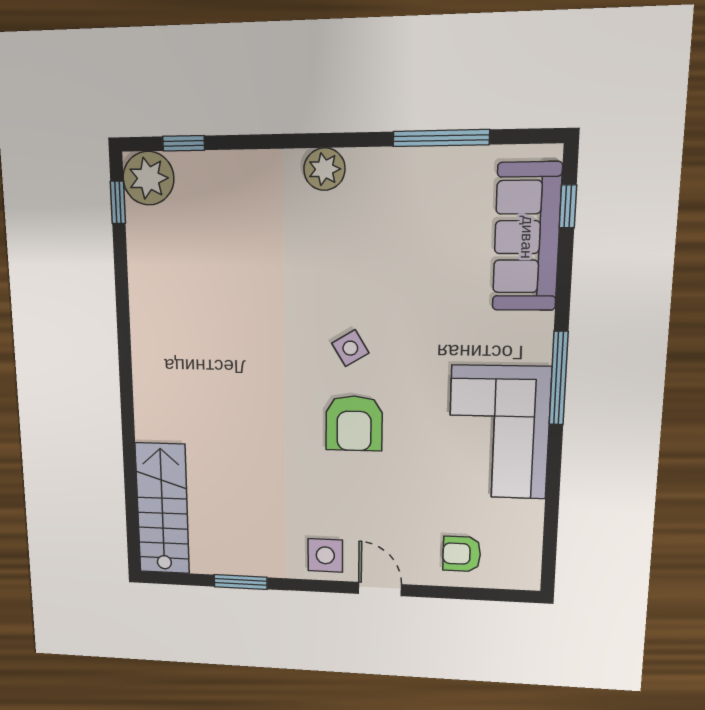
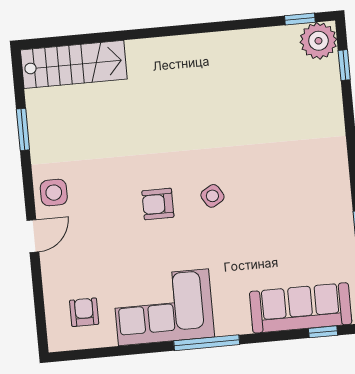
plant: (324, 169) -> (334, 166), removed
armchair: (354, 423) -> (158, 204), width x0.72, depth x0.72
armchair: (462, 554) -> (84, 312), moved

